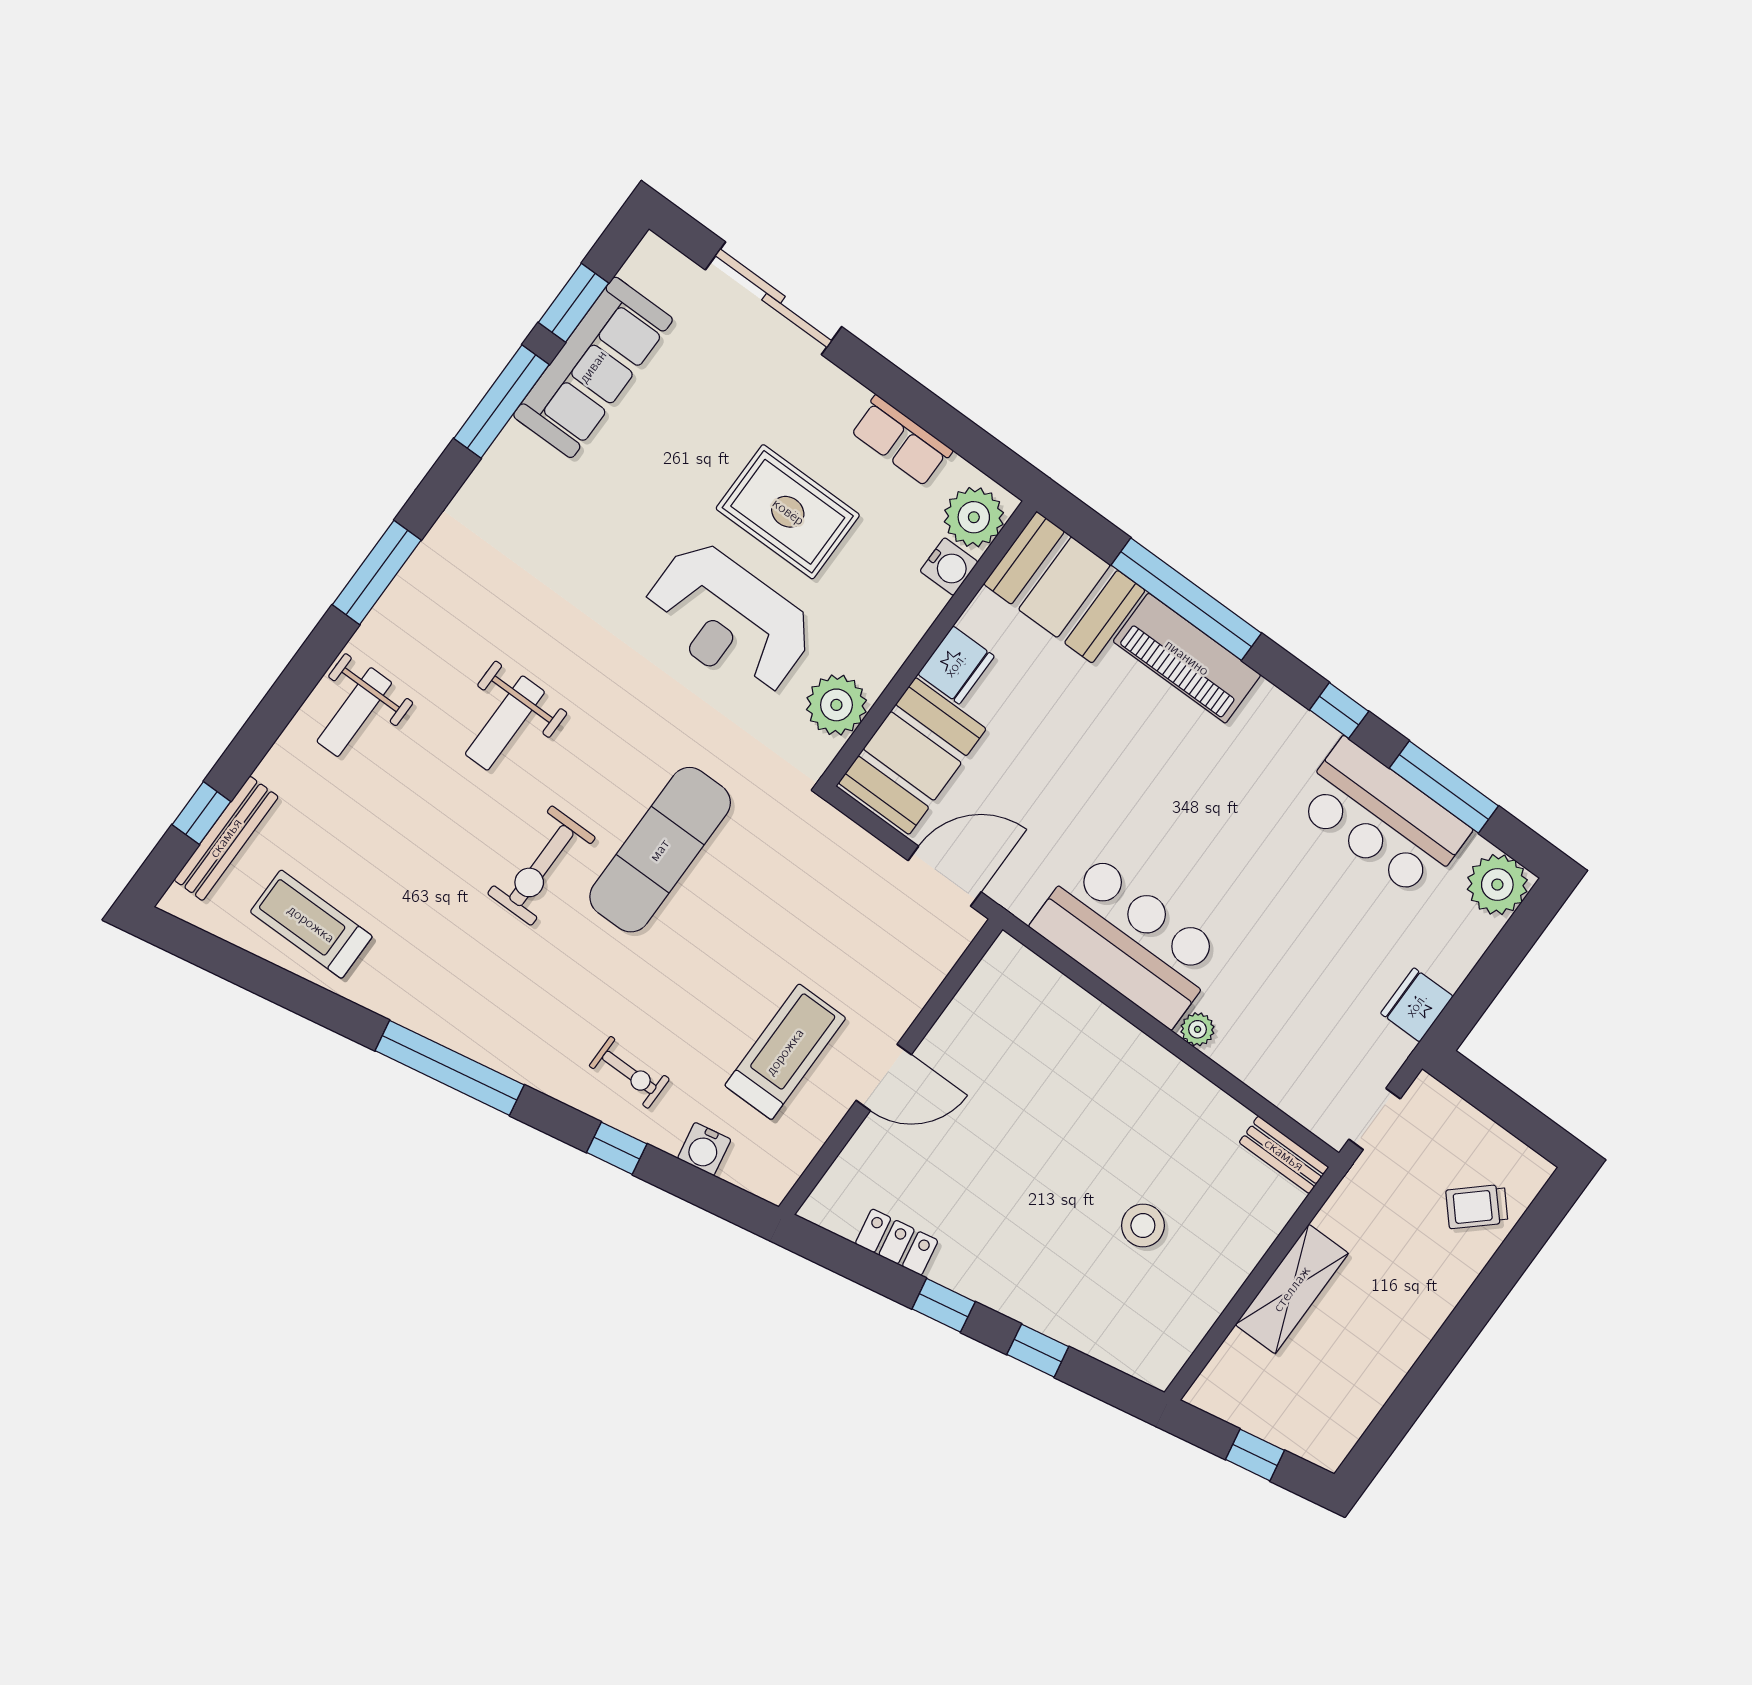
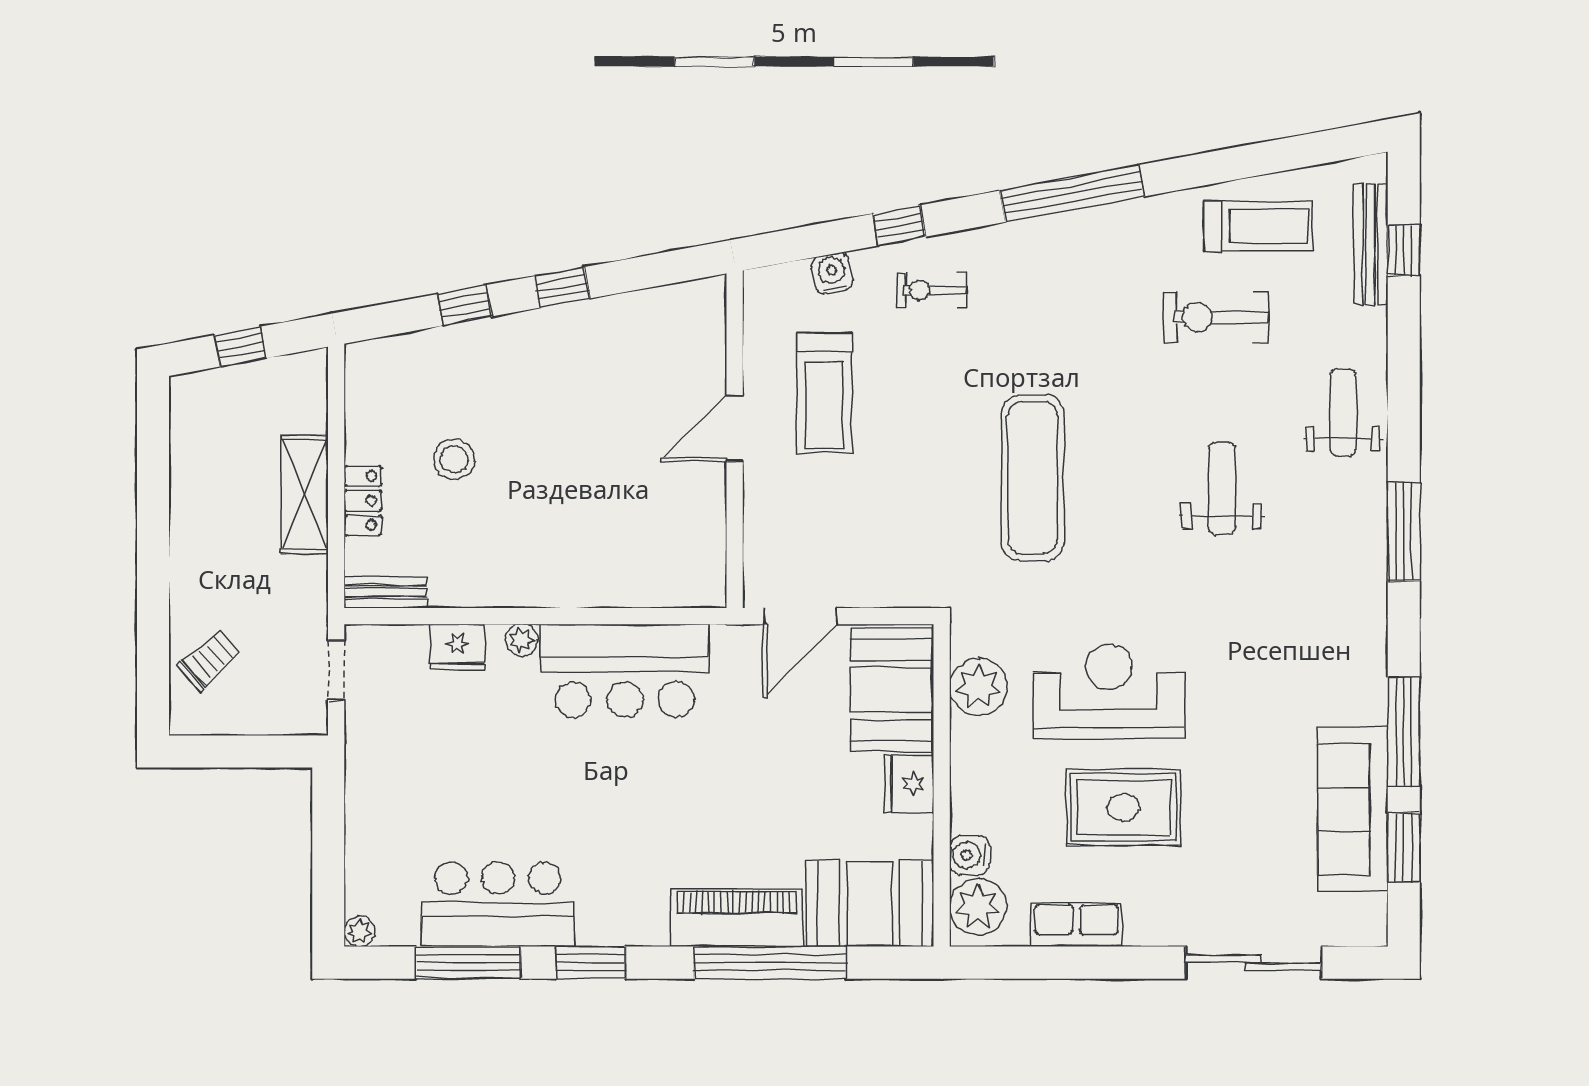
window: (1339, 711) -> (591, 963), width x1.50
exercise bike: (541, 866) -> (1216, 317), moved, turned -90
plant: (1497, 885) -> (360, 931), width x0.53, depth x0.53
fridge: (1417, 1005) -> (457, 647), moved, turned 90
locker: (897, 1242) -> (363, 501), moved, turned -80

